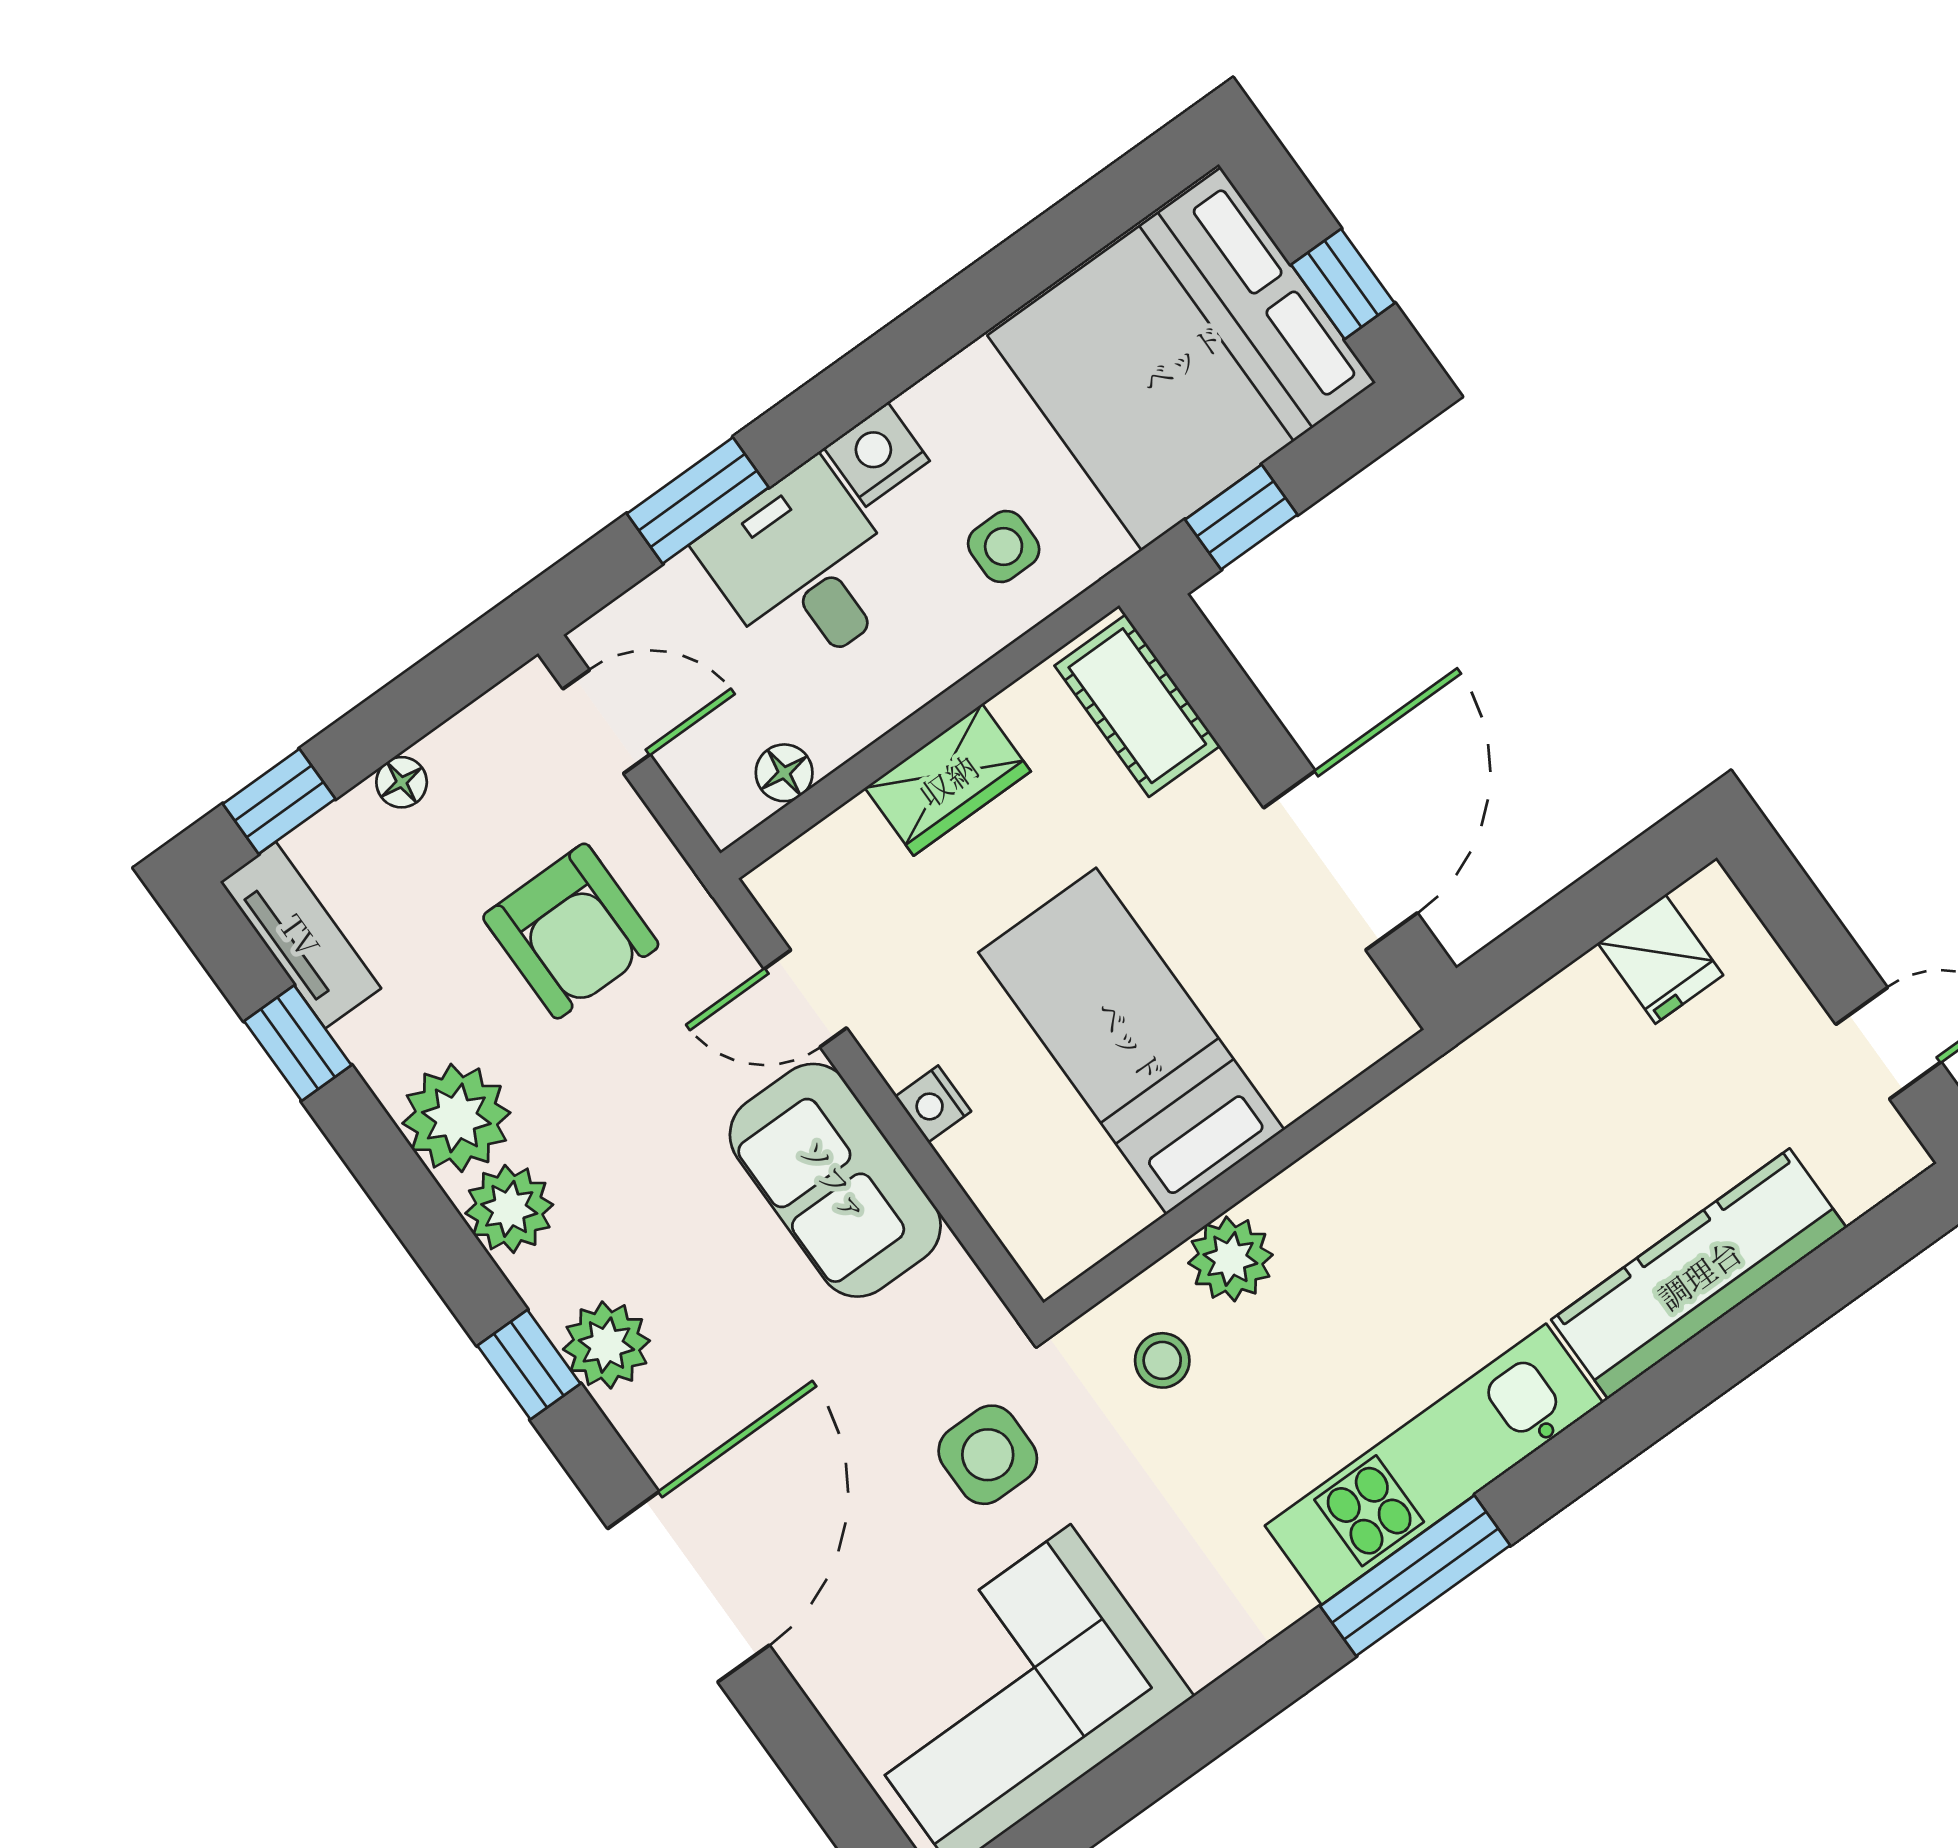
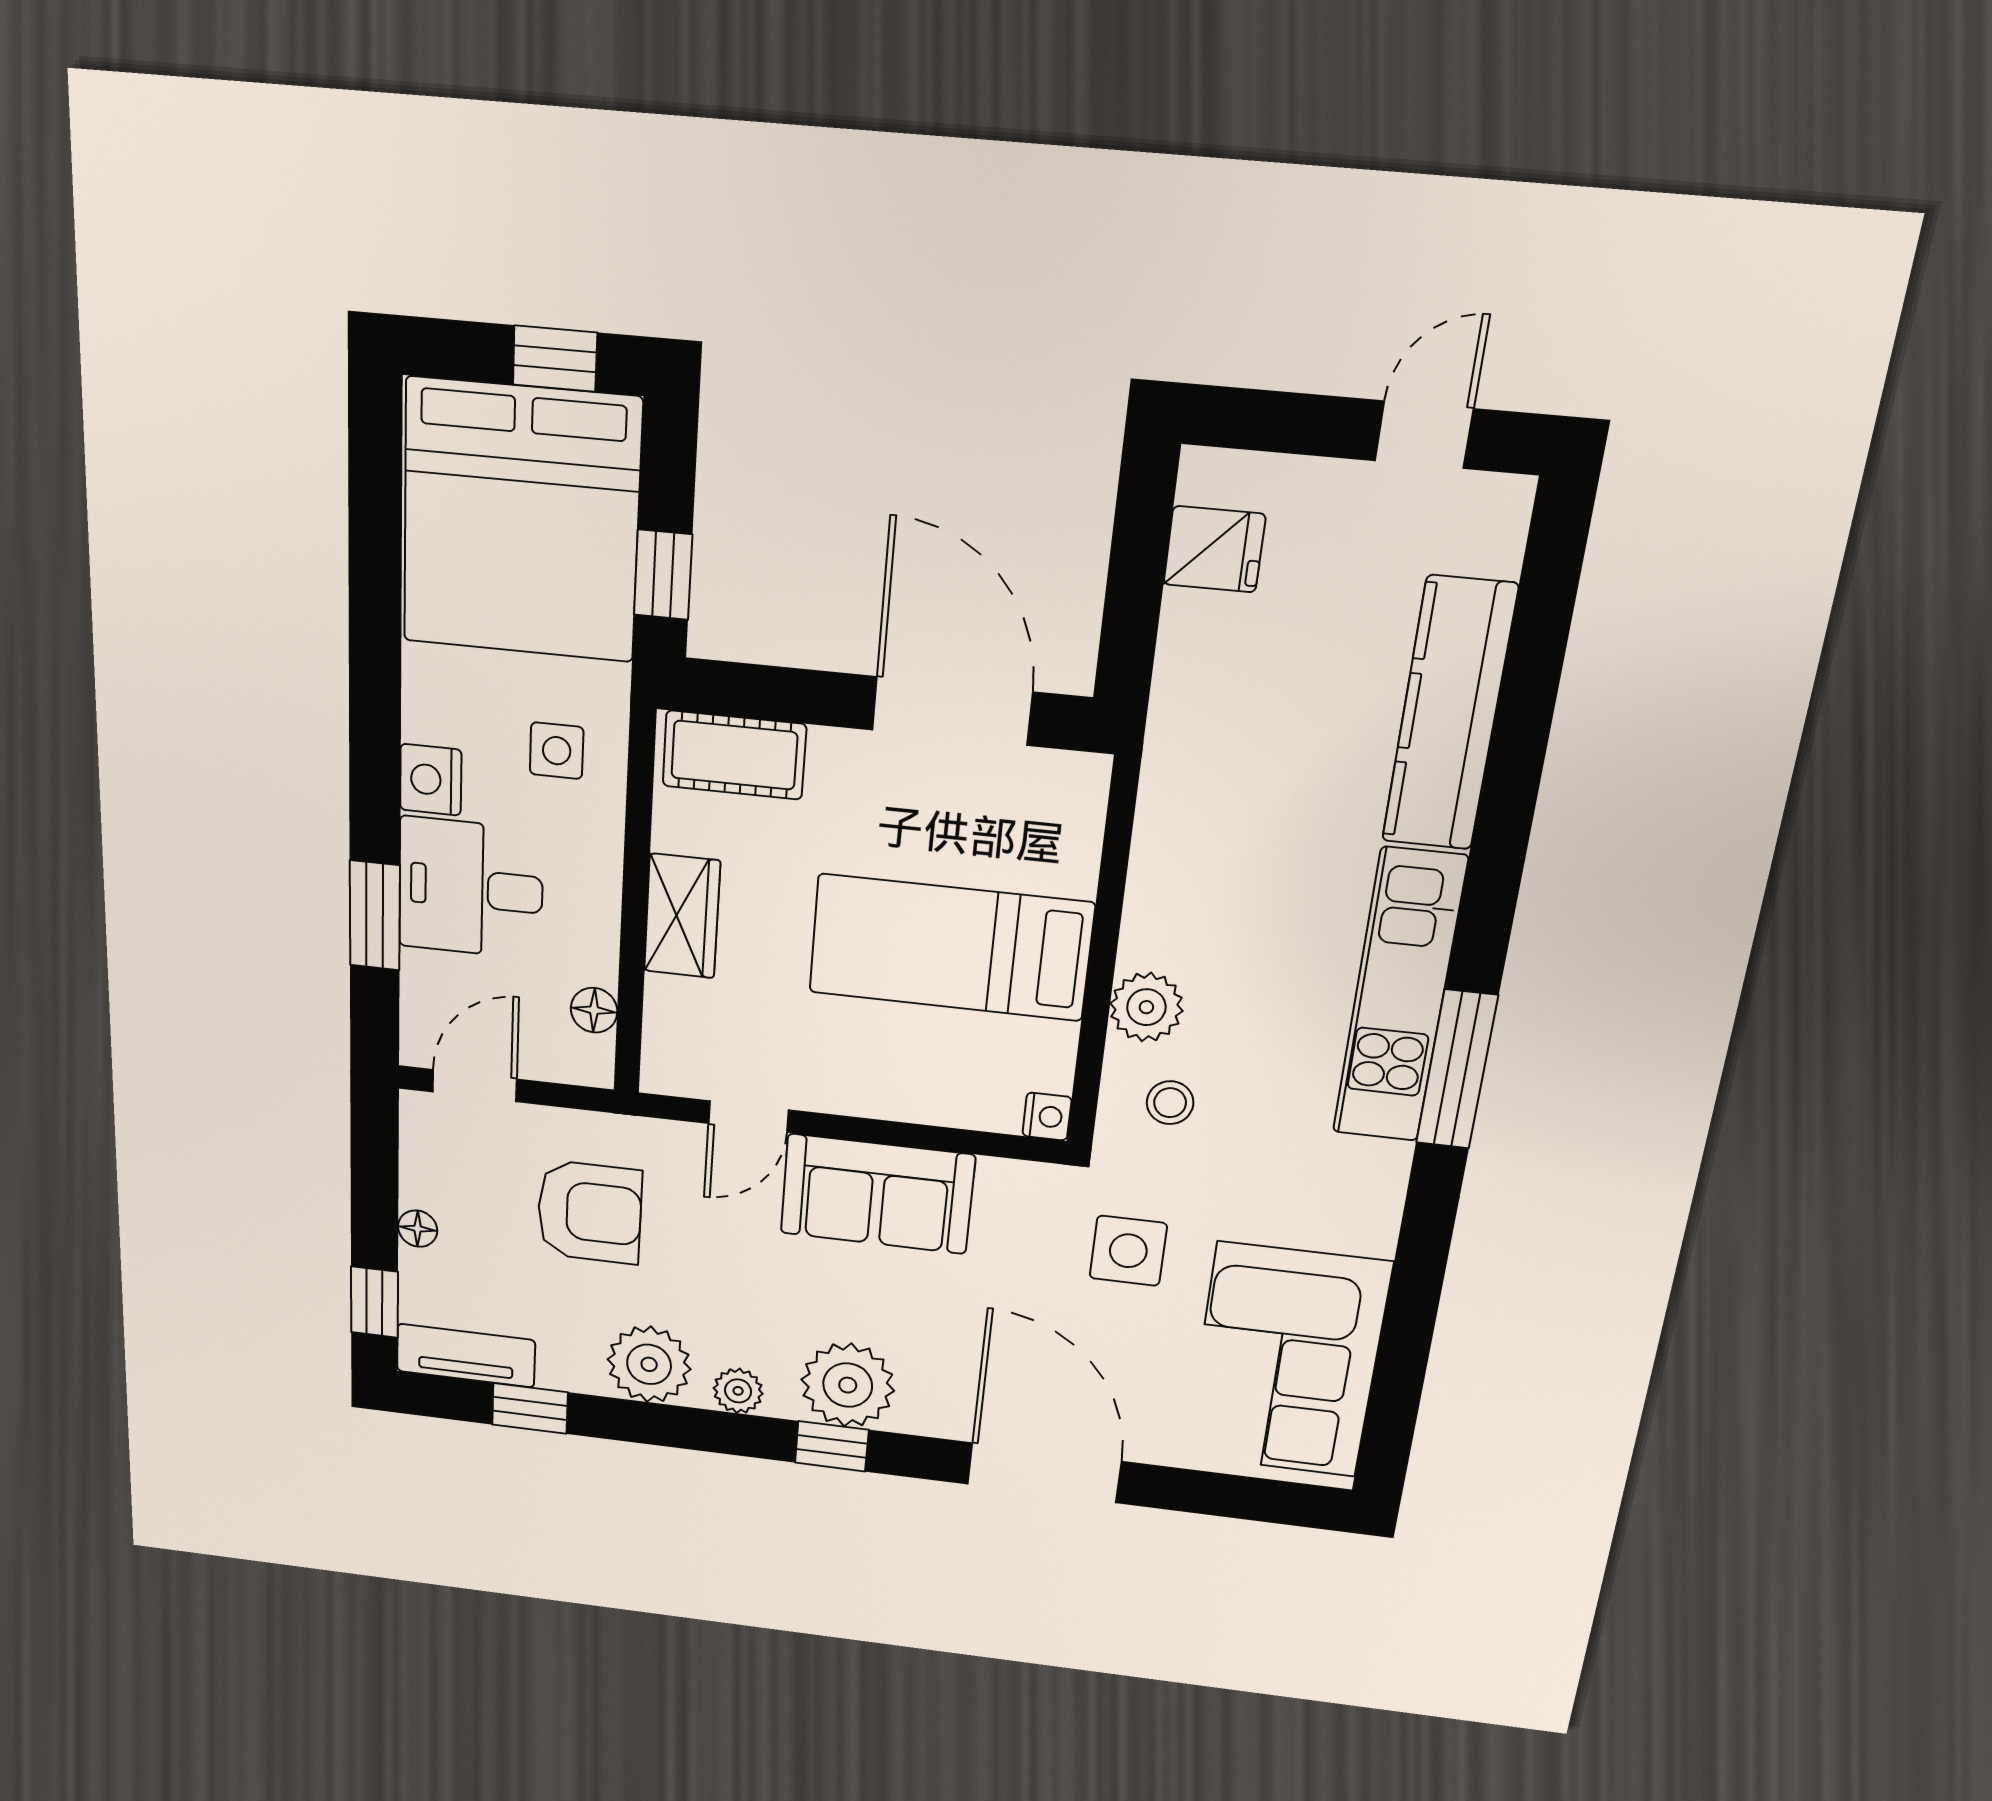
nightstand: (933, 1104) -> (1047, 1117), moved, turned -90
plant: (509, 1209) -> (738, 1391), width x0.73, depth x0.73
plant: (606, 1345) -> (848, 1385), width x1.36, depth x1.36

